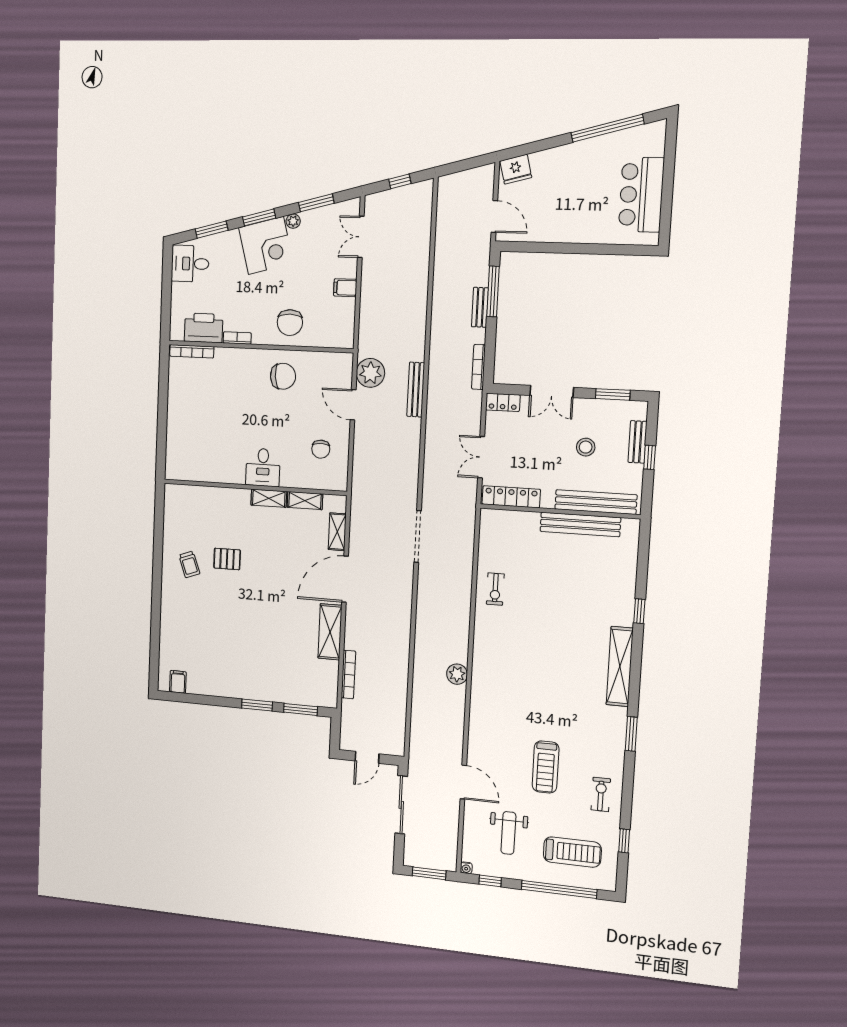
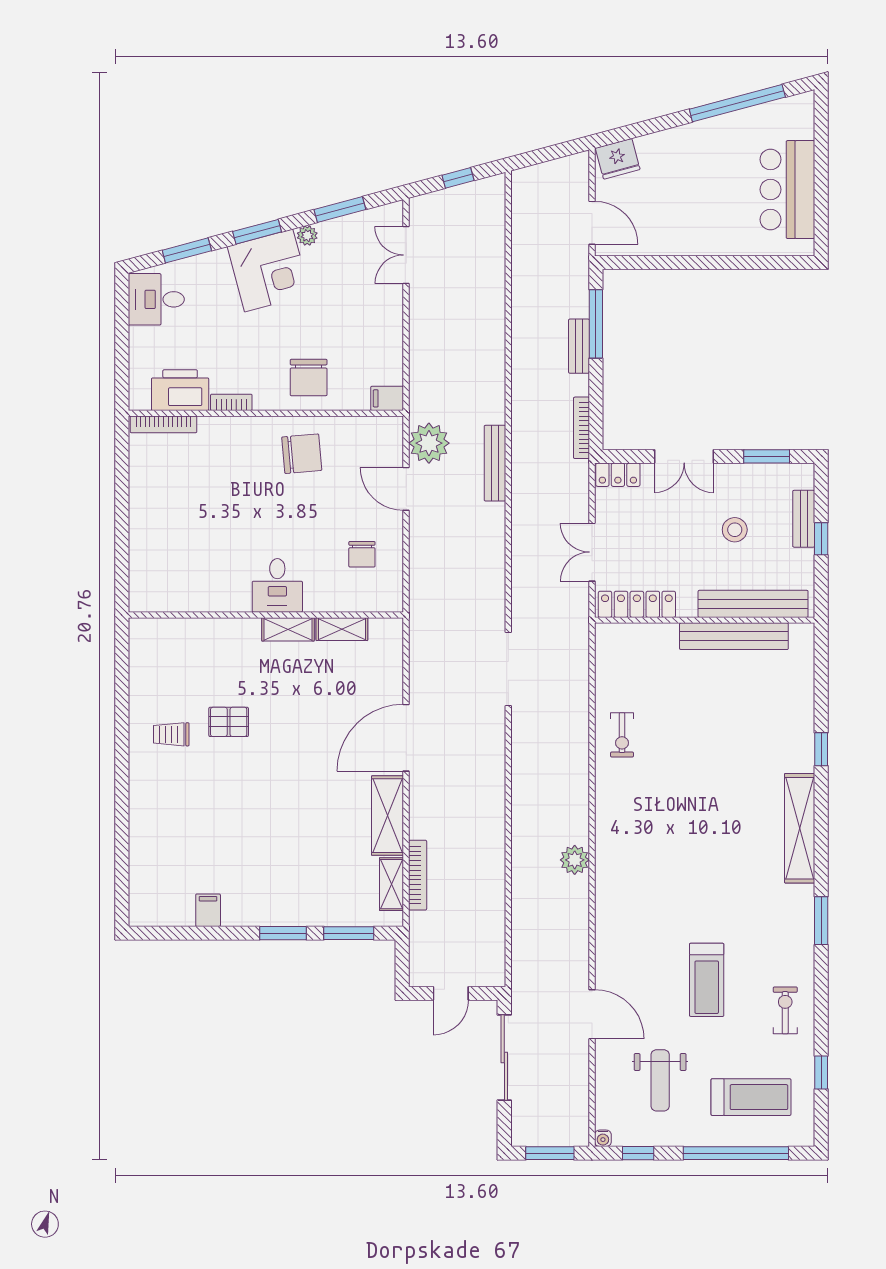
filing cabinet: (345, 288) -> (387, 398), moved
shelving: (337, 532) -> (391, 884), moved
trolley: (189, 564) -> (171, 734), turned 110
filing cabinet: (178, 682) -> (208, 910), moved

